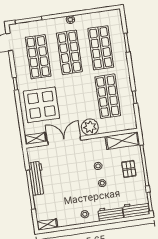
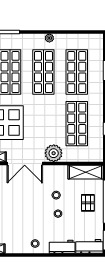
double door: (64, 141) -> (25, 164), swing flipped

